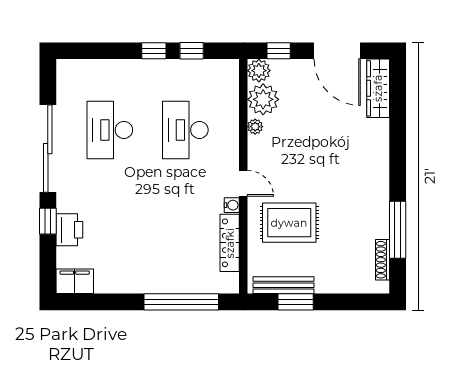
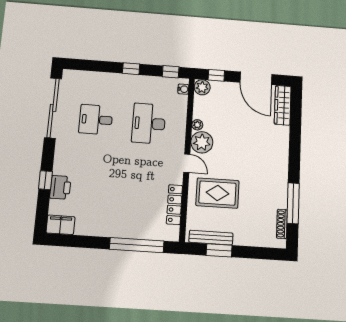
window: (192, 51) -> (171, 72), moved
plant: (263, 99) -> (202, 142), moved
desk: (110, 130) -> (96, 120), width x0.73
sliding door: (48, 149) -> (53, 108), moved
water cooler: (232, 205) -> (183, 89), moved

